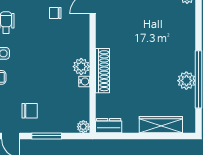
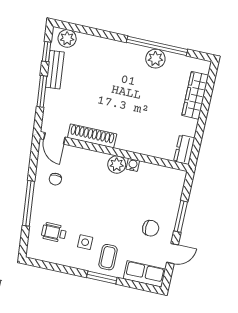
shoe rack: (103, 71) -> (92, 136), moved
chair: (30, 111) -> (151, 228), turned 90
plant: (83, 127) -> (180, 176), removed

